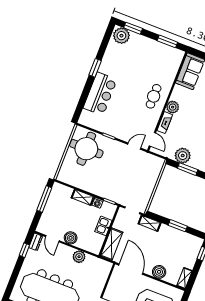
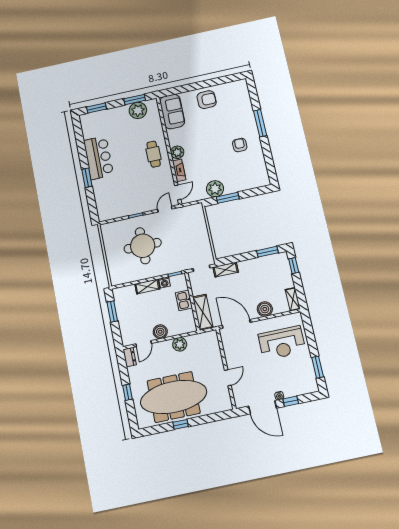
plant: (121, 36) -> (138, 110), moved
window: (95, 68) -> (87, 178), moved
bar counter: (100, 94) -> (98, 158), moved
door: (152, 139) -> (178, 192), hinge flipped
round table: (86, 149) -> (143, 246), moved
window: (44, 199) -> (112, 311), width x0.69
window: (178, 226) -> (267, 252), moved
door: (52, 239) -> (144, 344), hinge flipped
window: (24, 250) -> (128, 392), moved

